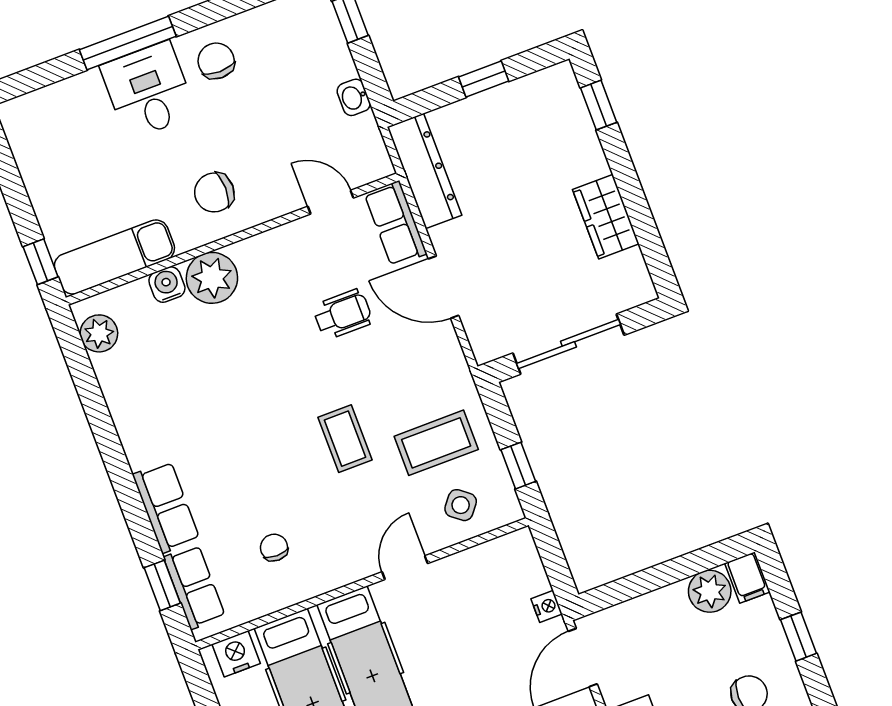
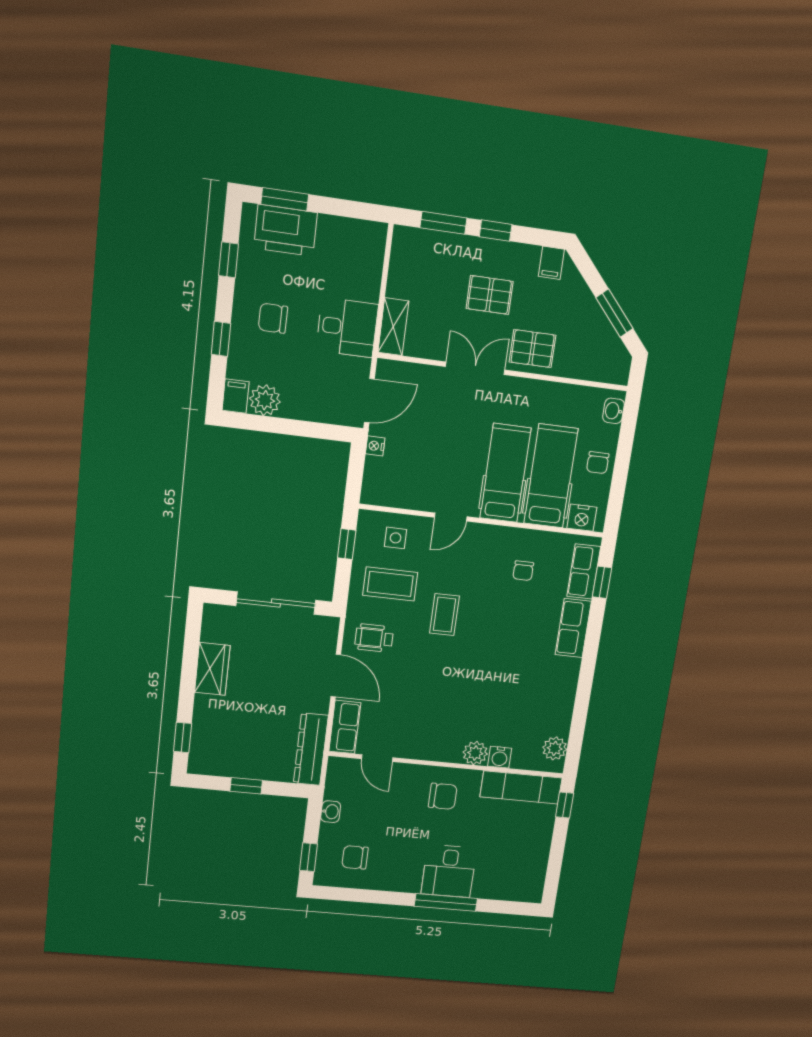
chair: (216, 61) -> (355, 857), moved, turned 90
plant: (212, 278) -> (475, 753), width x0.73, depth x0.73
wheelchair: (343, 314) -> (374, 638), moved
side table: (461, 505) -> (396, 538), turned -38

